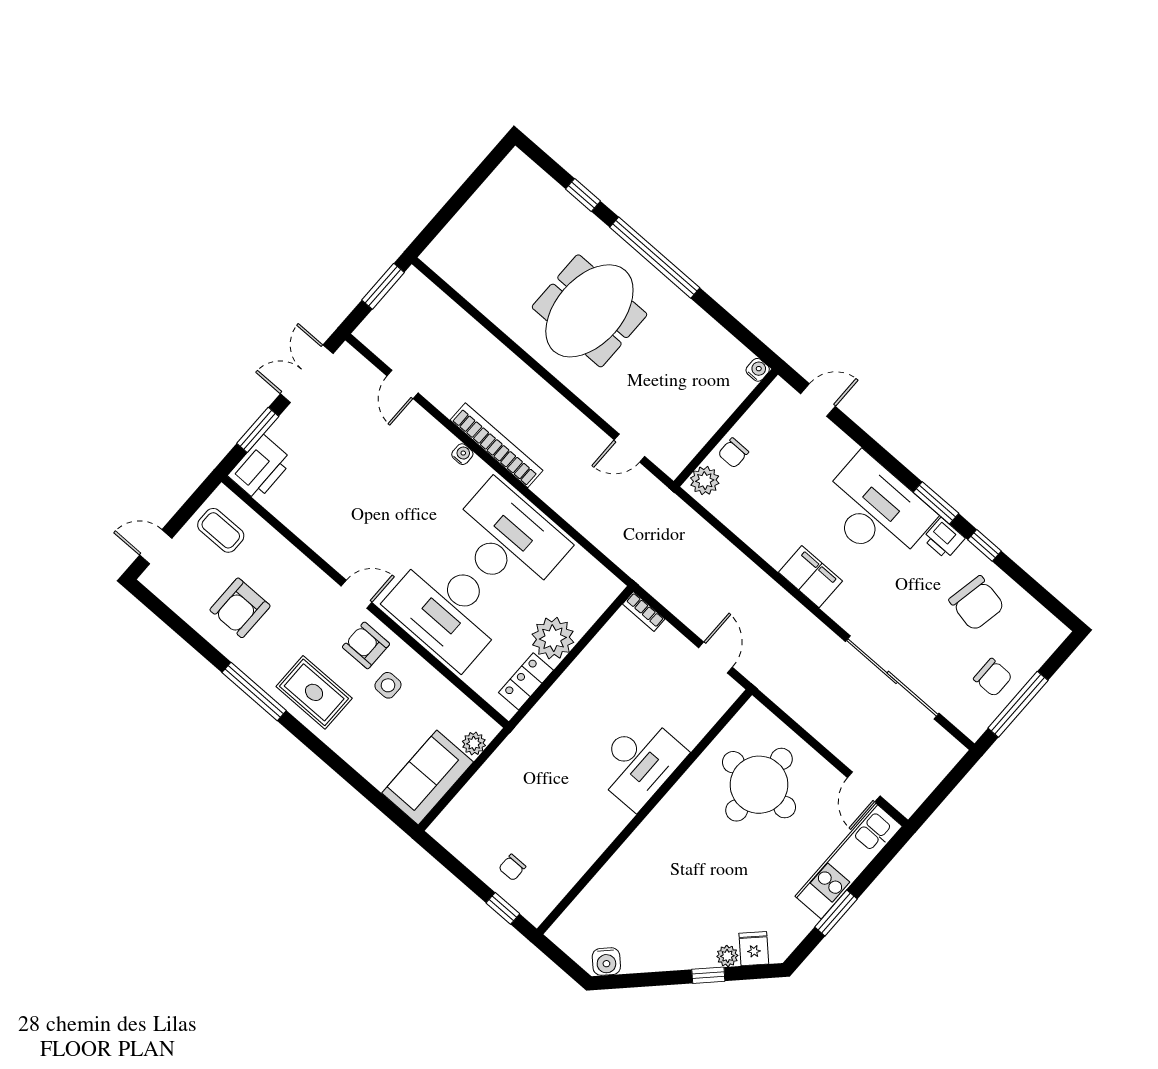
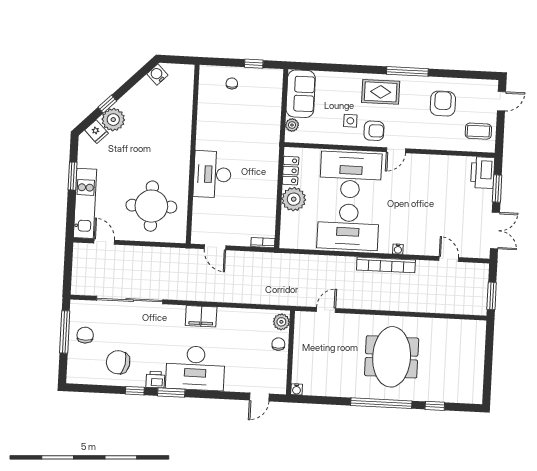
chair: (993, 678) -> (85, 335), turned 90
window: (503, 908) -> (254, 64), moved
plant: (727, 956) -> (113, 120), width x1.88, depth x1.88

